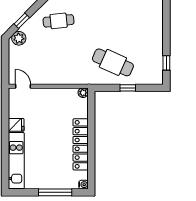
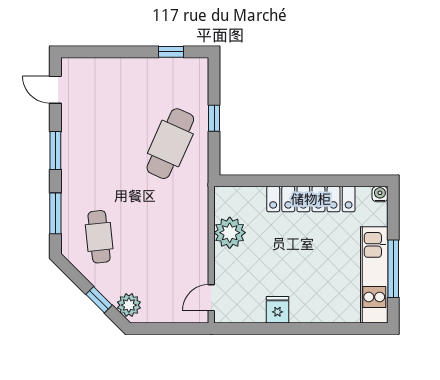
plant: (83, 93) -> (230, 233), moved, width x1.87, depth x1.87
kitchen unit: (16, 161) -> (374, 275), moved, turned -90
window: (55, 192) -> (393, 269), moved

